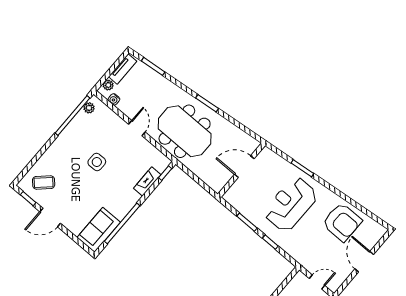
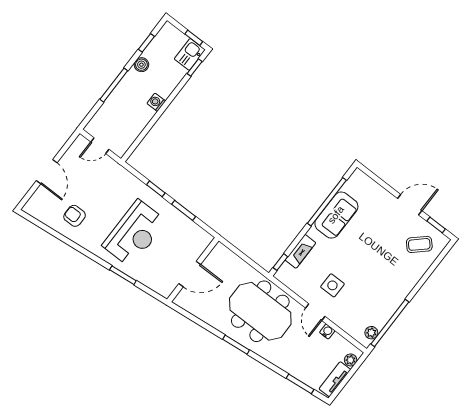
water cooler: (114, 99) -> (327, 331), moved
side table: (97, 162) -> (332, 285), moved
armchair: (342, 222) -> (75, 216), width x0.53, depth x0.53
sofa: (99, 230) -> (336, 215), moved

